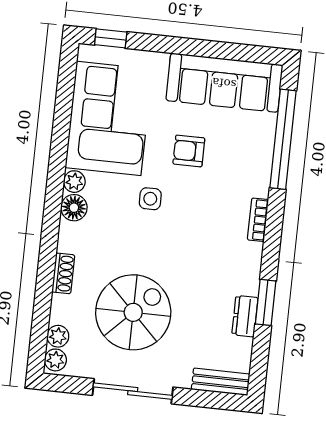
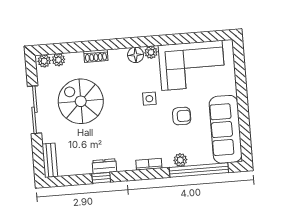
window: (111, 38) -> (239, 58), removed
armchair: (189, 151) -> (182, 116), turned 90
plant: (261, 167) -> (180, 160), added
window: (266, 302) -> (101, 178), width x0.67
spiral stairs: (133, 312) -> (81, 101), turned 180
dresser: (245, 316) -> (104, 166), moved

